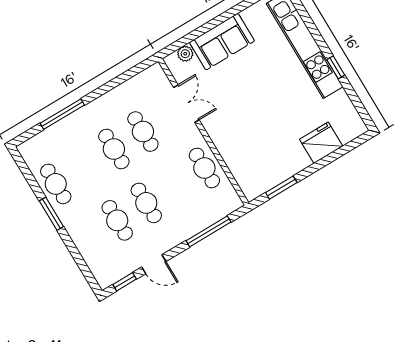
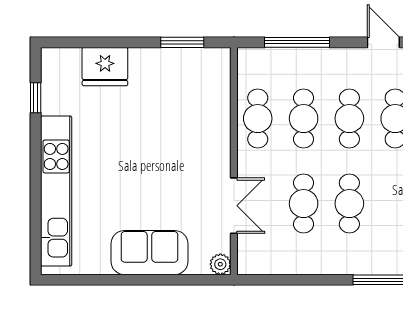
plant: (185, 54) -> (220, 264), moved
window: (336, 67) -> (36, 98), moved
double door: (186, 104) -> (234, 206), swing flipped
cafe table: (175, 185) -> (304, 119), added

